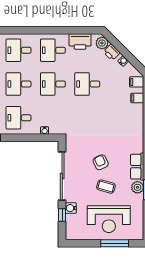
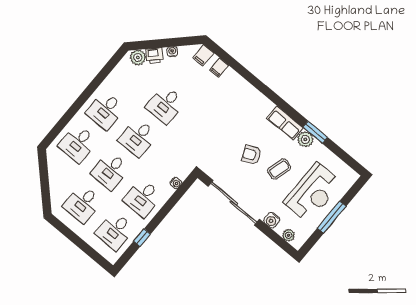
printer: (80, 42) -> (119, 77), removed
window: (62, 215) -> (271, 234), removed
plant: (70, 226) -> (288, 235), added
window: (115, 243) -> (332, 217), moved

